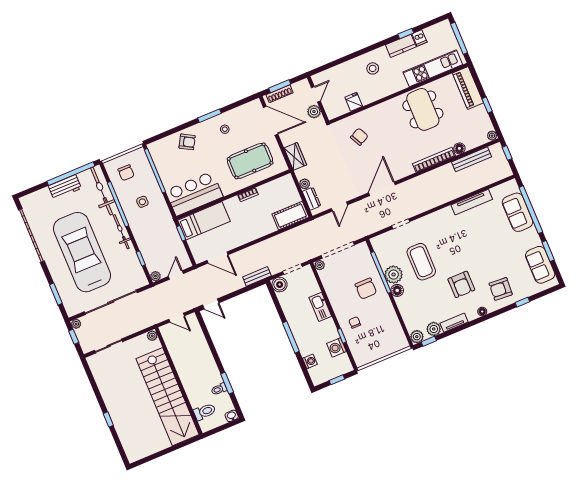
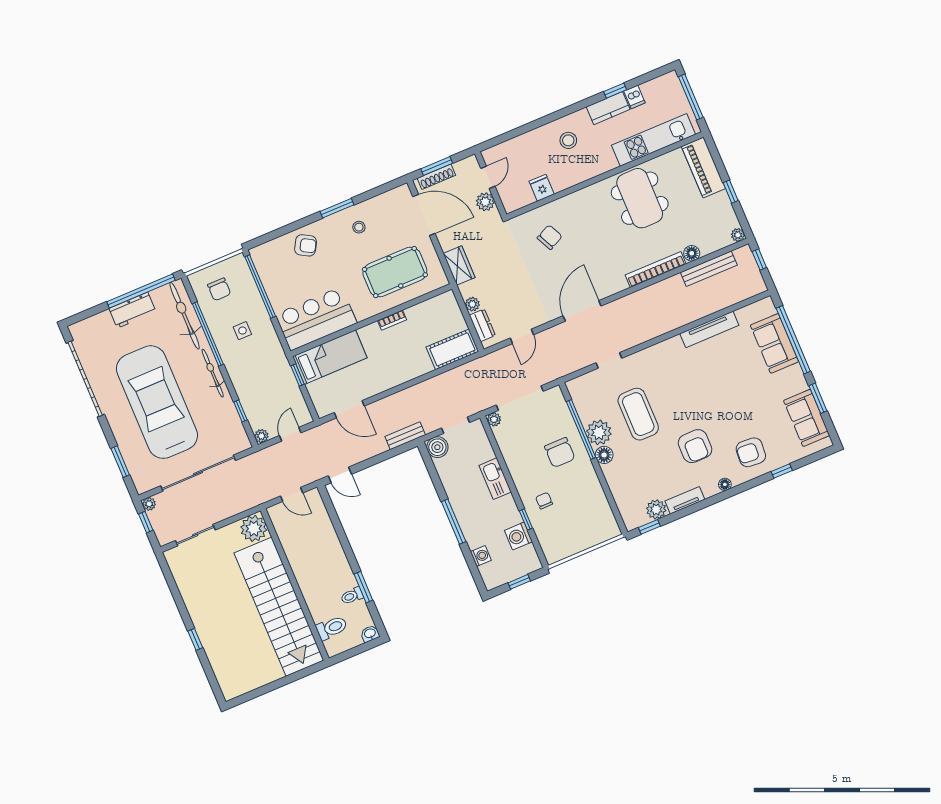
plant: (152, 336) -> (254, 528), width x1.88, depth x1.88
plant: (417, 337) -> (632, 520), removed

